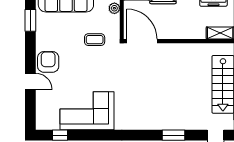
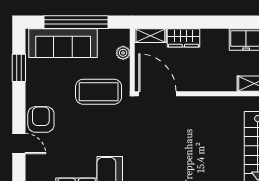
coffee table: (95, 40) -> (99, 92), width x1.86, depth x1.72

